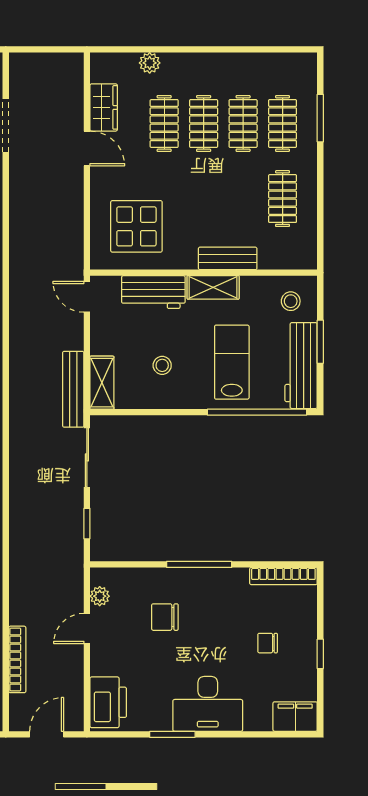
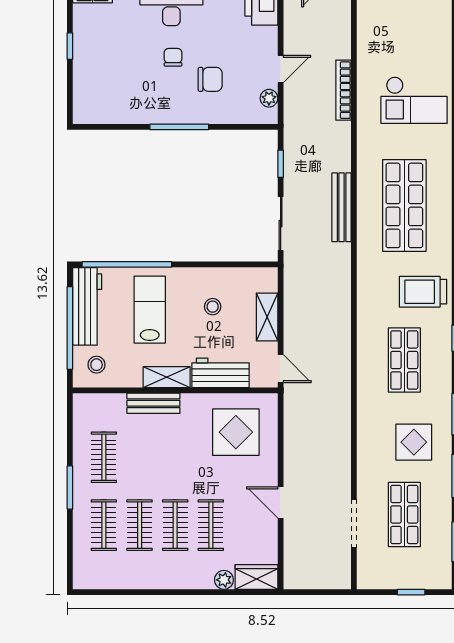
wardrobe: (104, 107) -> (256, 577), moved, turned 90
window: (320, 118) -> (70, 487), moved
window: (320, 342) -> (70, 328), width x2.11
lab bench: (232, 362) -> (150, 310), turned 180
shelving: (102, 383) -> (267, 317), moved
bench: (73, 389) -> (342, 207), moved
bookcase: (283, 576) -> (103, 116), removed
chair: (268, 643) -> (173, 57), moved, turned -90
bookcase: (17, 659) -> (343, 90), moved

